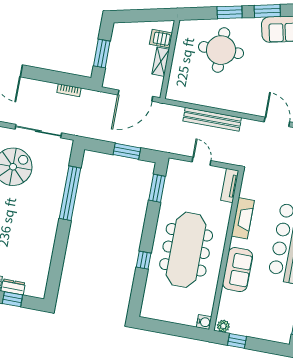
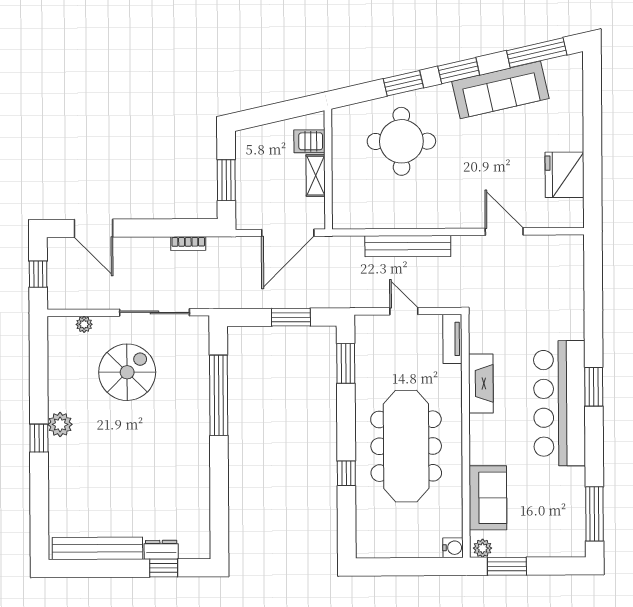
sofa: (238, 270) -> (488, 498), moved
window: (237, 341) -> (507, 566), width x1.50

